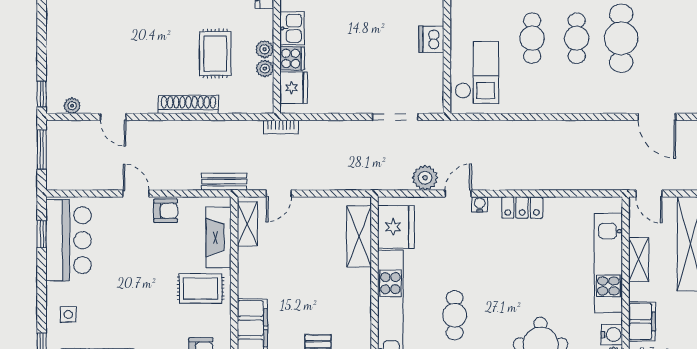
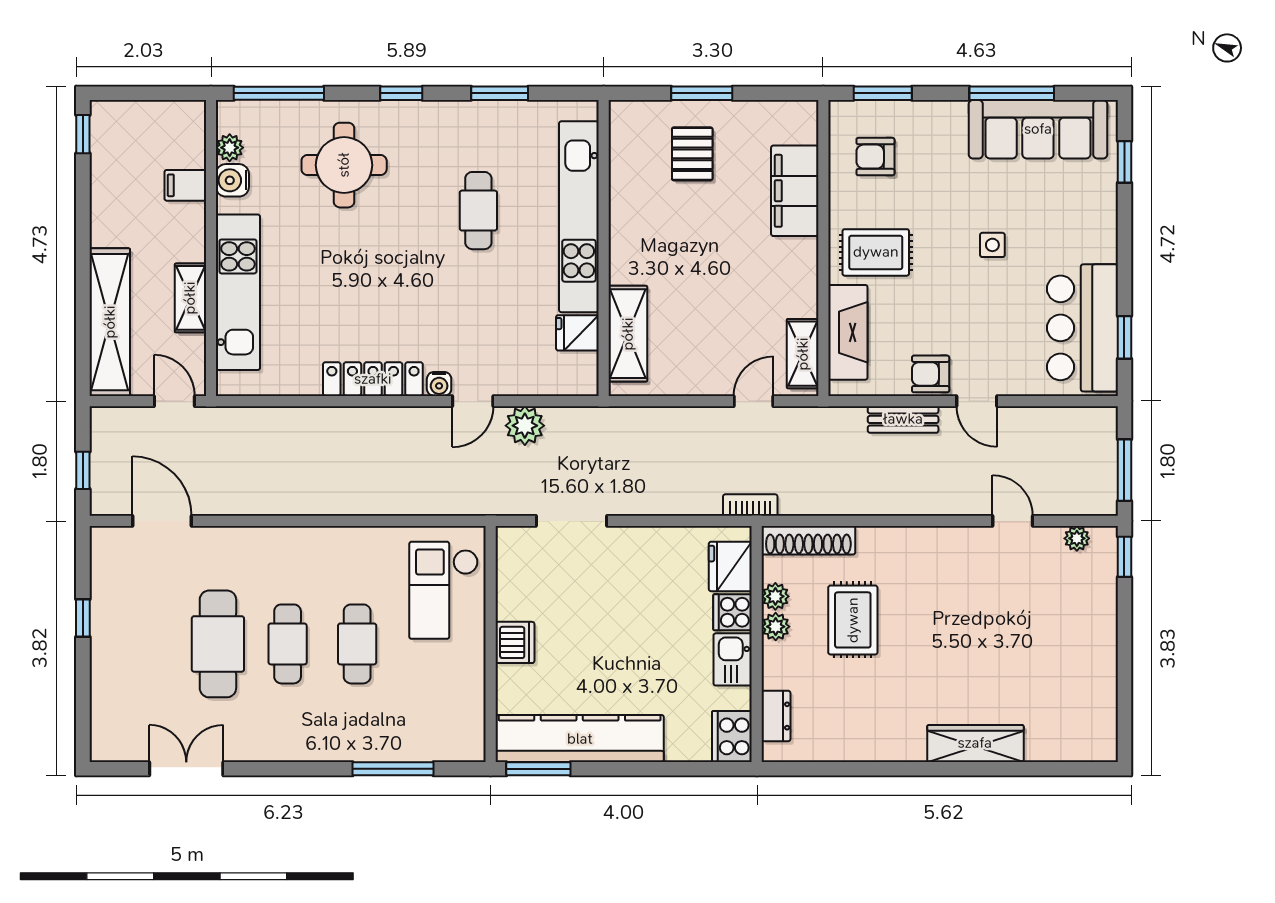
shoe rack: (188, 104) -> (808, 540), moved
bench: (224, 182) -> (903, 419), moved
locker: (522, 208) -> (373, 379), width x1.53
fridge: (396, 227) -> (577, 333), width x0.53, depth x0.75
side table: (68, 314) -> (992, 245), moved
filing cabinet: (642, 321) -> (185, 185), width x0.50

